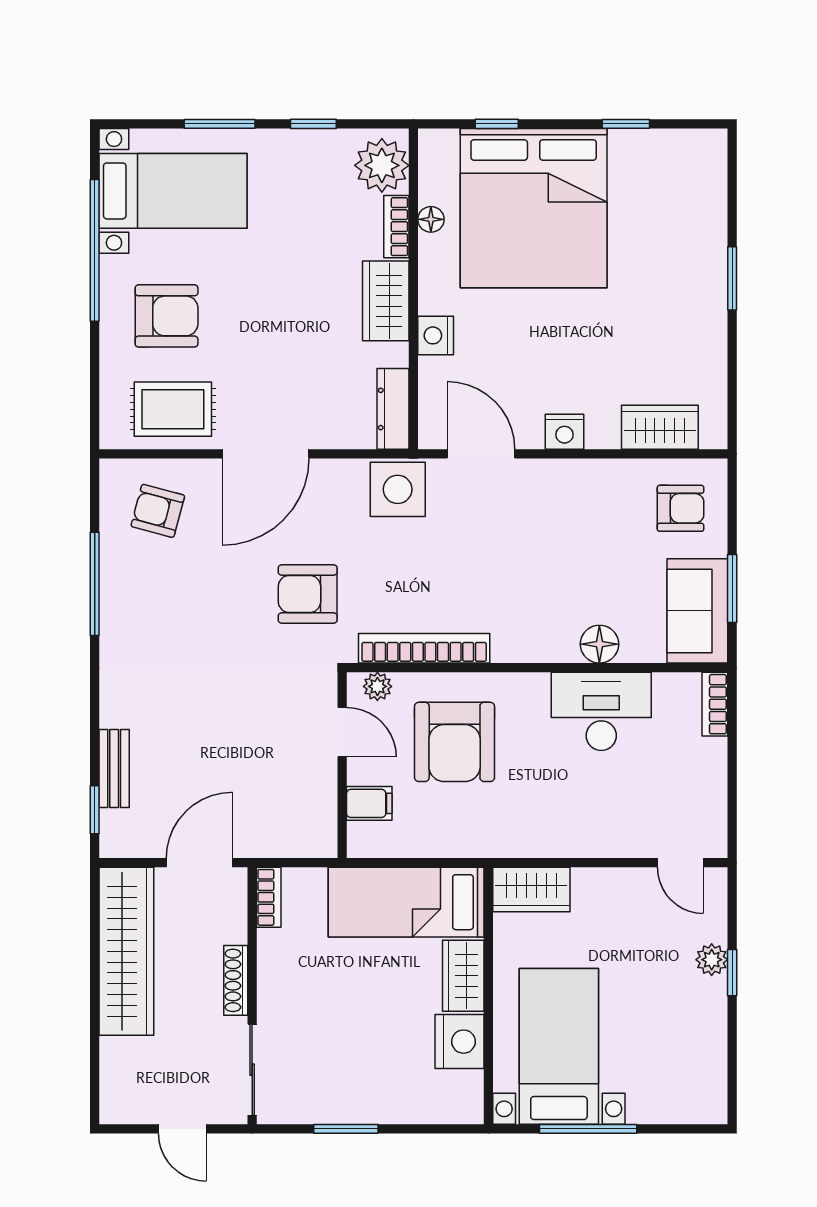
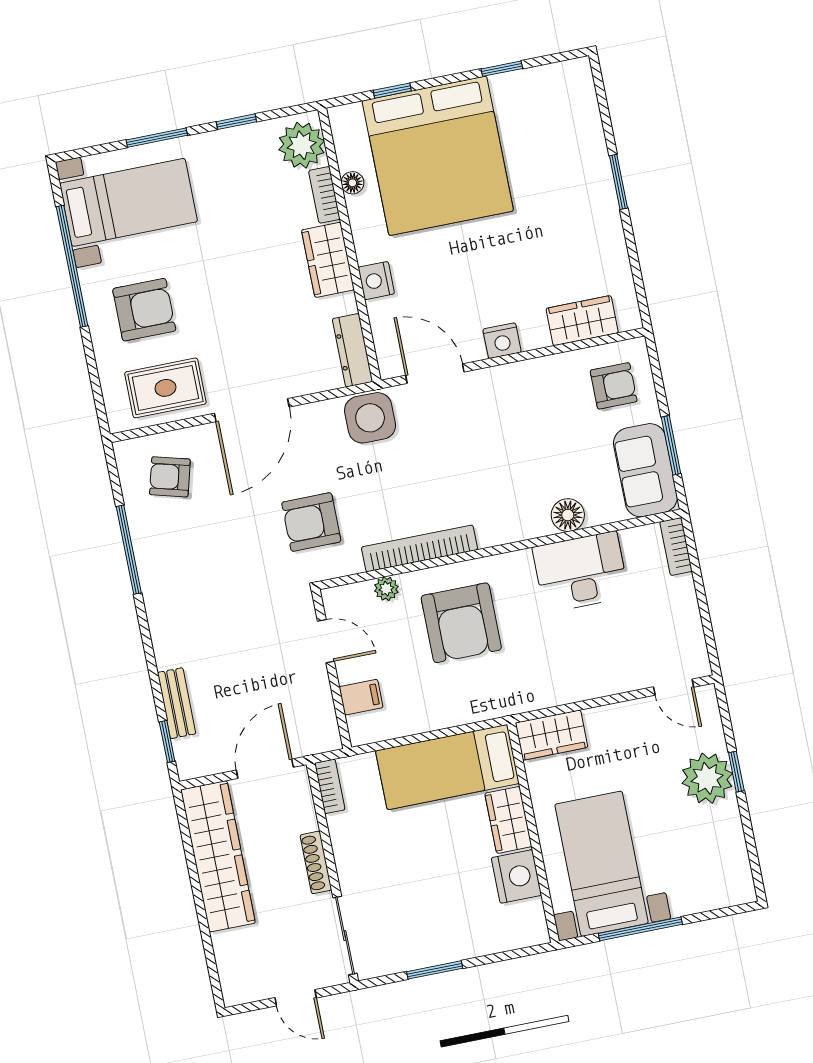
door: (342, 732) -> (326, 641), moved
wall: (342, 765) -> (332, 669), moved
filing cabinet: (369, 803) -> (361, 697), moved
plant: (712, 960) -> (707, 778), width x1.87, depth x1.87

